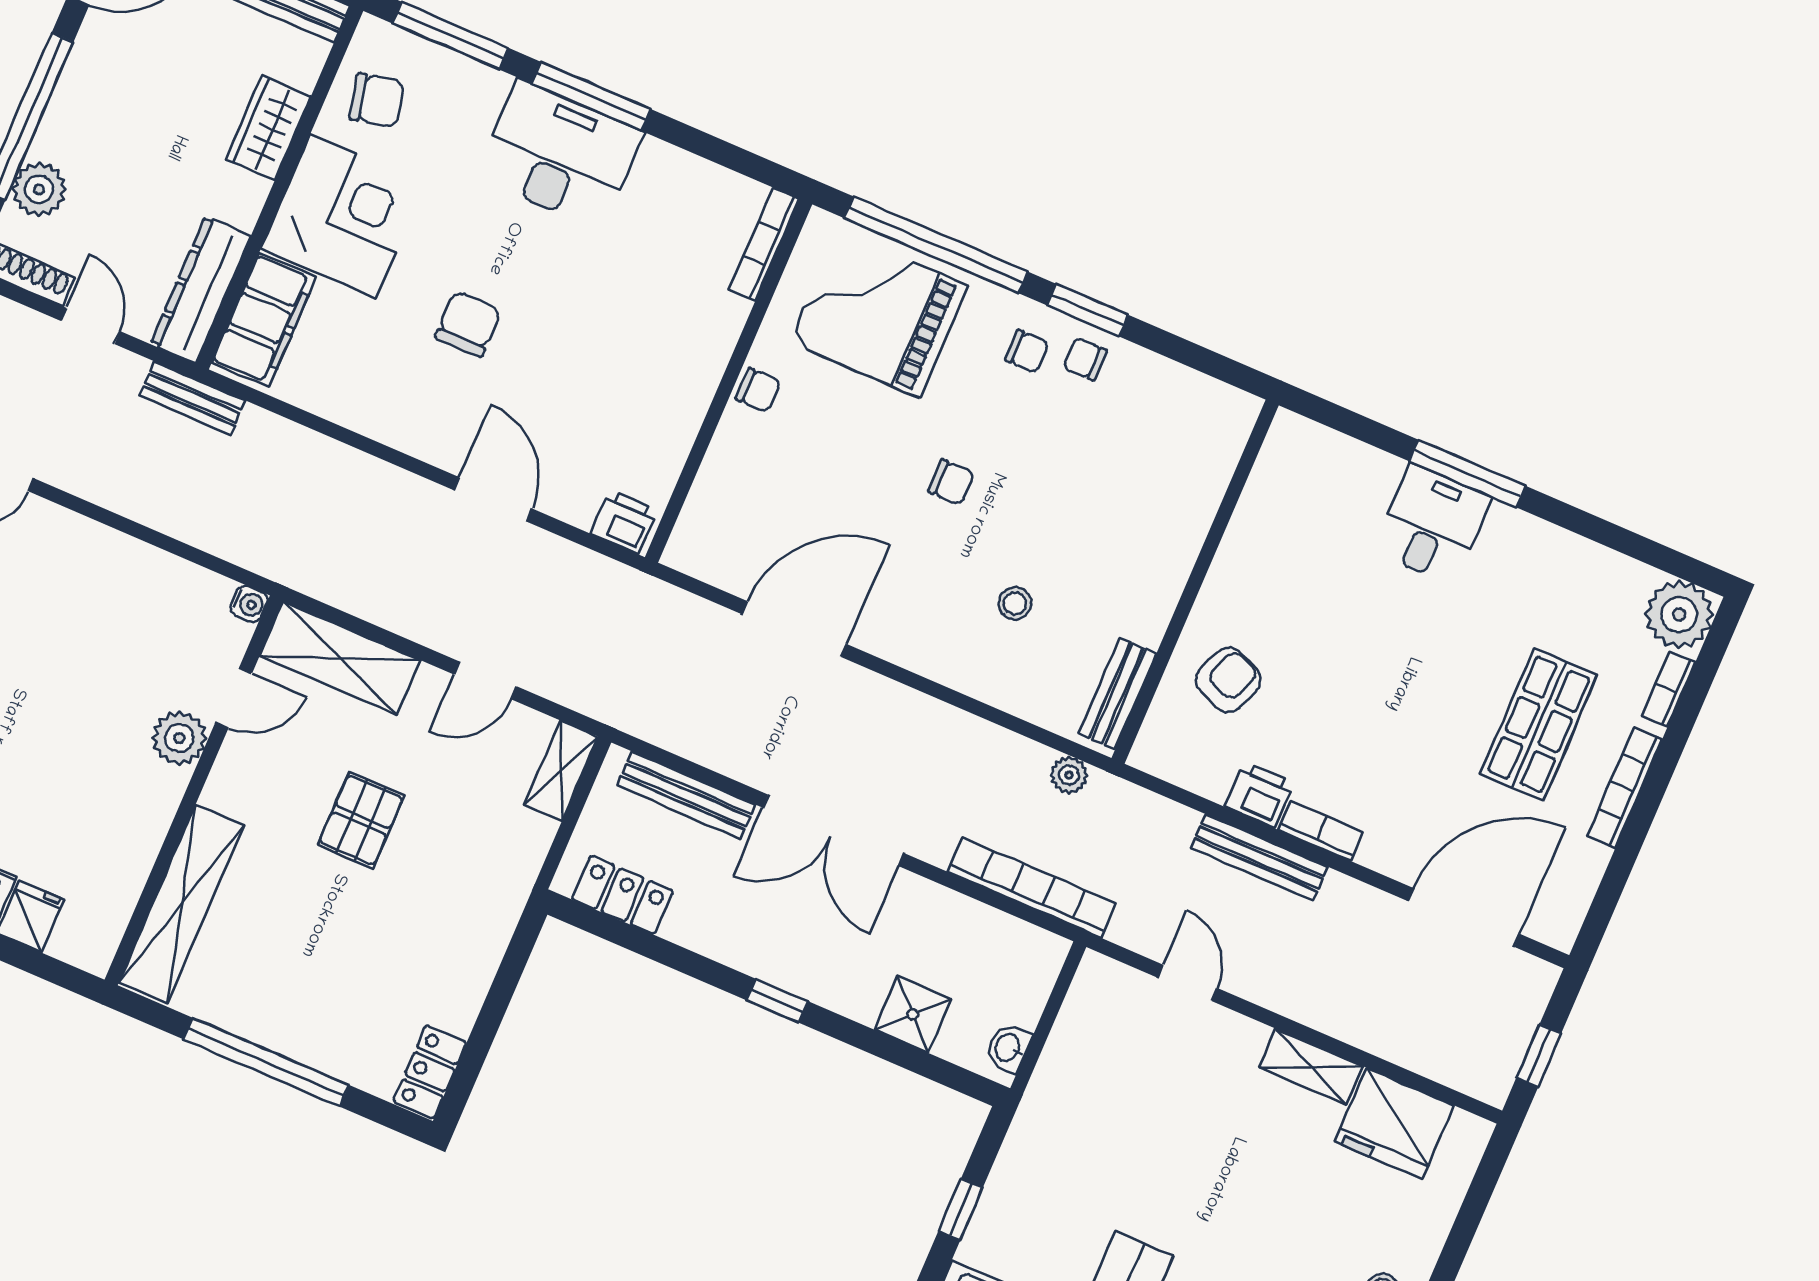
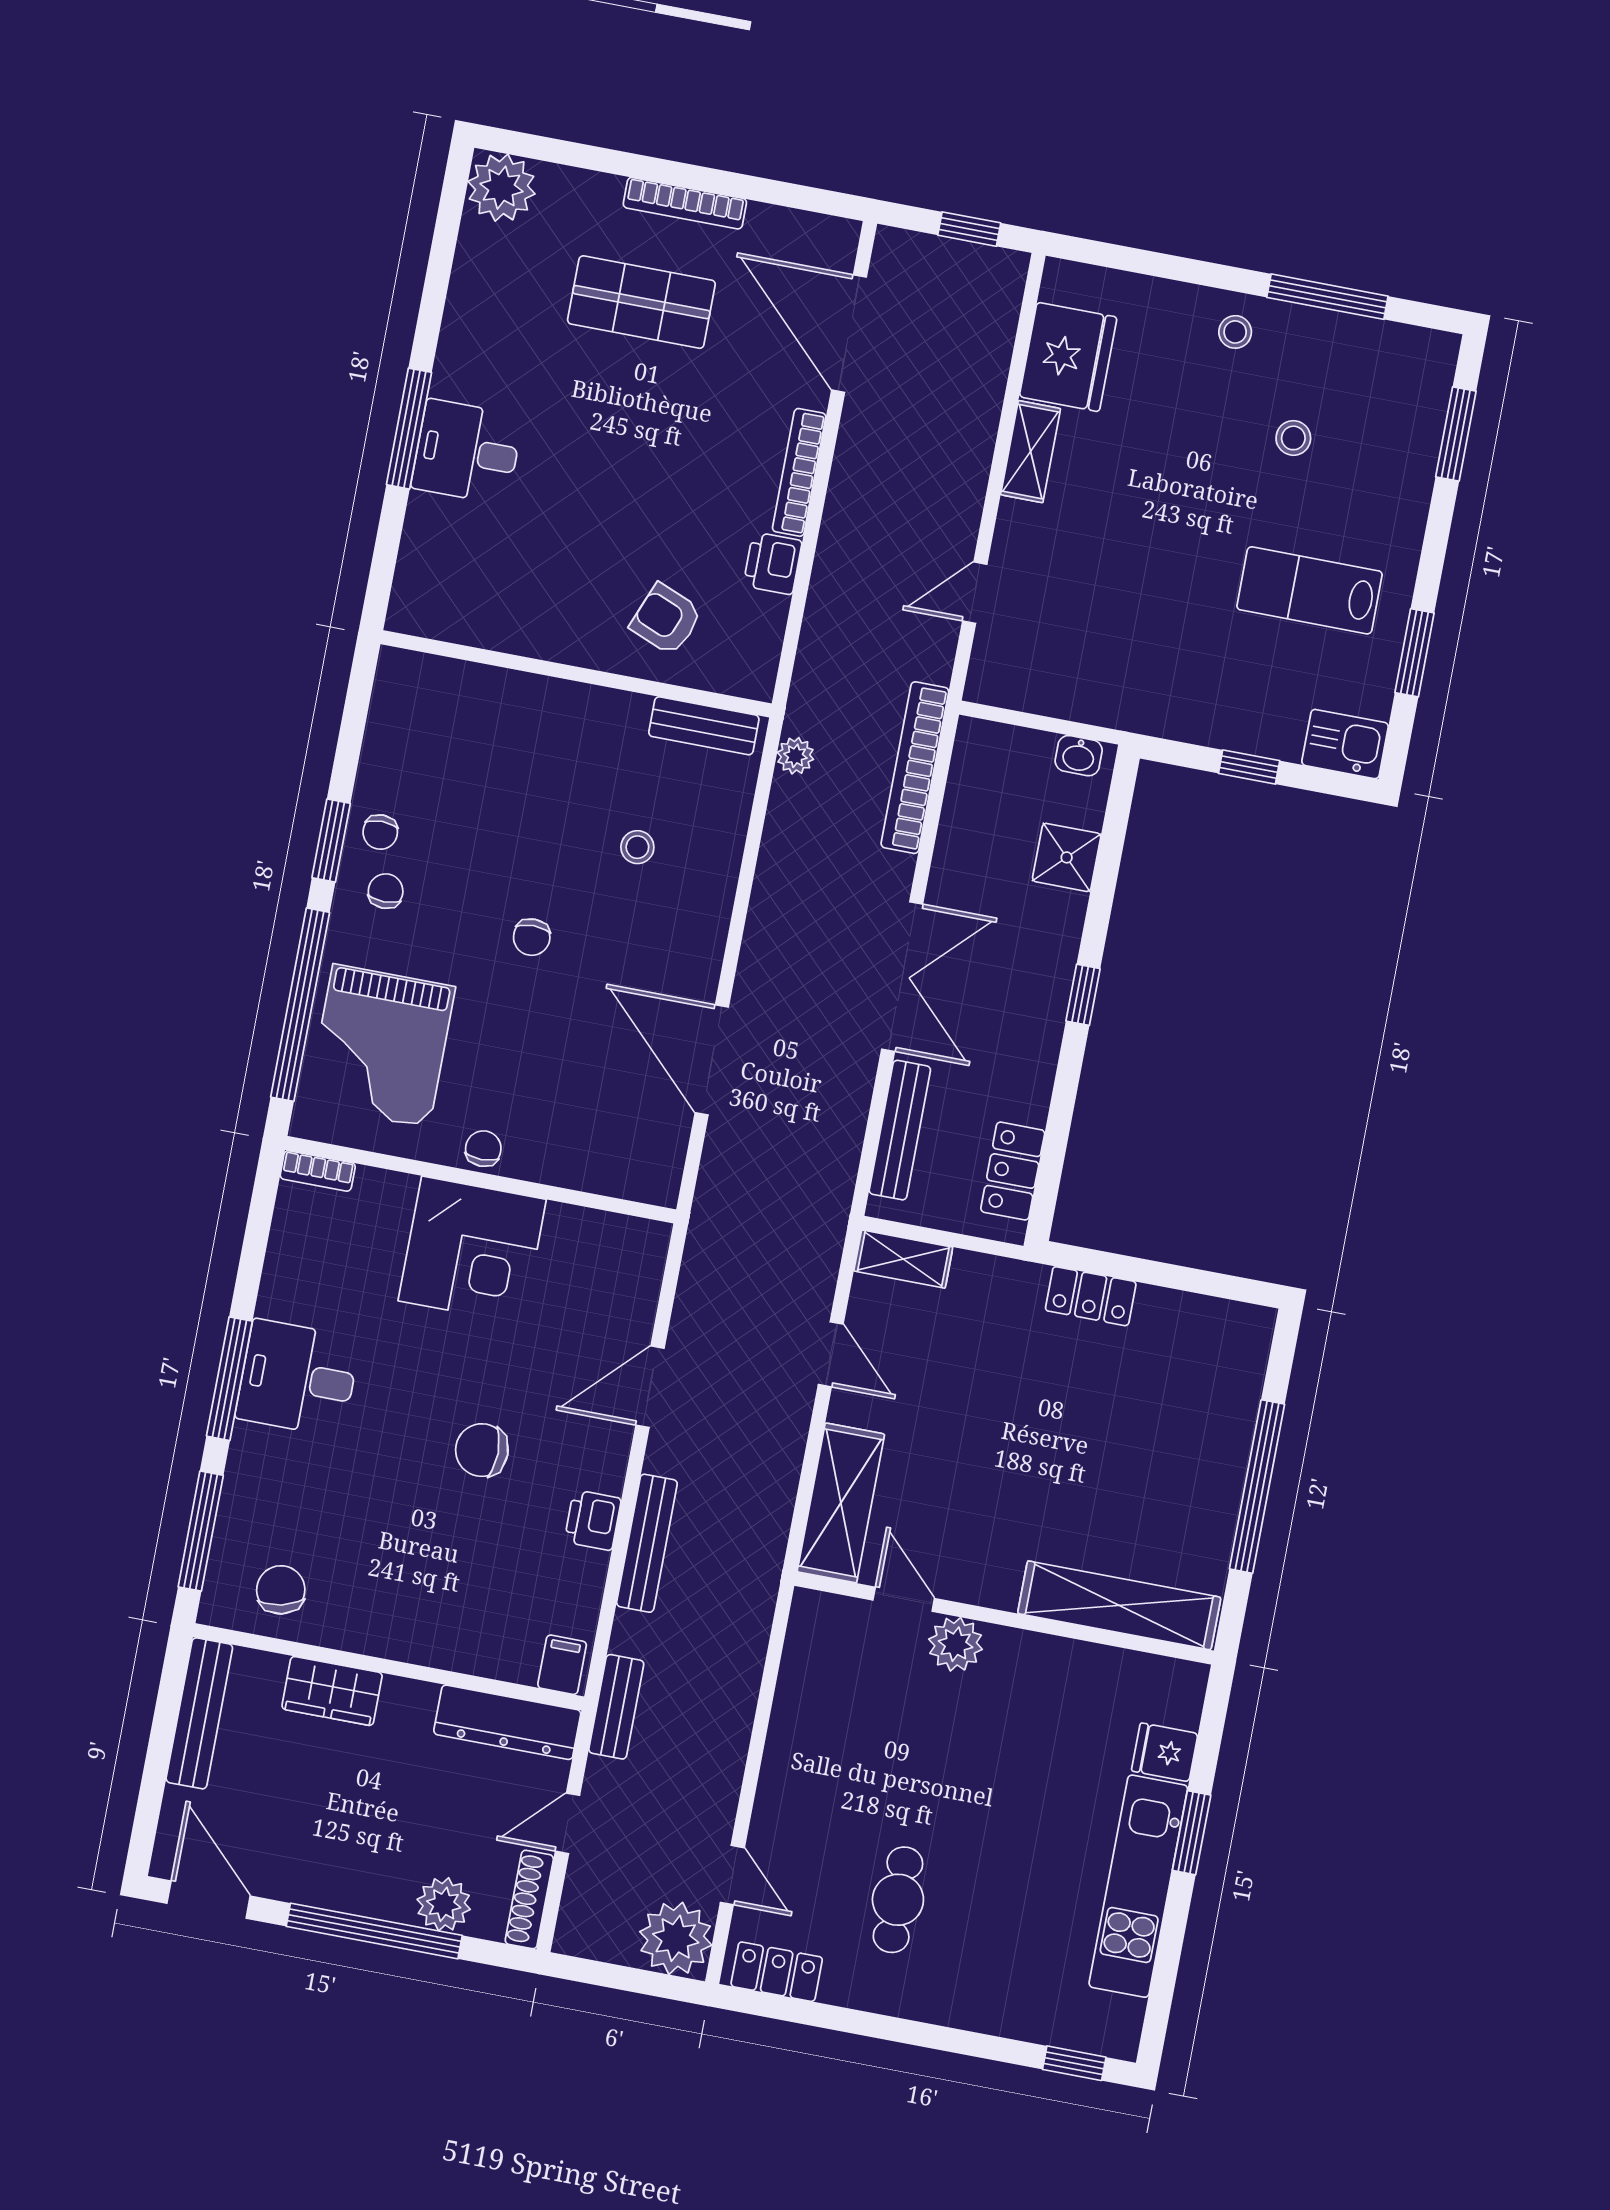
desk: (560, 155) -> (298, 1378), width x0.73
corner desk: (343, 216) -> (472, 1250), moved, turned 180
bookcase: (764, 244) -> (318, 1171), width x0.64
filing cabinet: (264, 320) -> (562, 1665), width x0.33, depth x0.86
chair: (951, 482) -> (532, 937), turned 180
printer: (624, 522) -> (593, 1520), moved
water cooler: (249, 604) -> (807, 1605), removed
bookcase: (1669, 689) -> (578, 182), removed
pallet: (361, 820) -> (997, 1446), removed
bookcase: (1321, 831) -> (799, 472), width x1.56
bench: (1259, 857) -> (647, 1543), moved
locker: (430, 1072) -> (1091, 1296), moved

